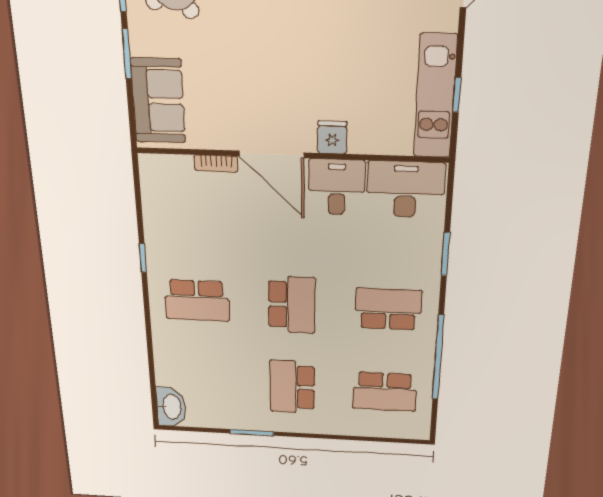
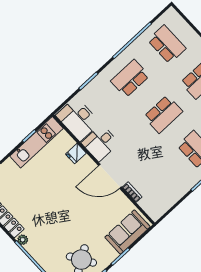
fridge: (332, 137) -> (76, 154), moved
door: (272, 154) -> (110, 176), swing flipped
school desk: (292, 305) -> (163, 114), turned 180
school desk: (388, 309) -> (130, 78), turned 90

